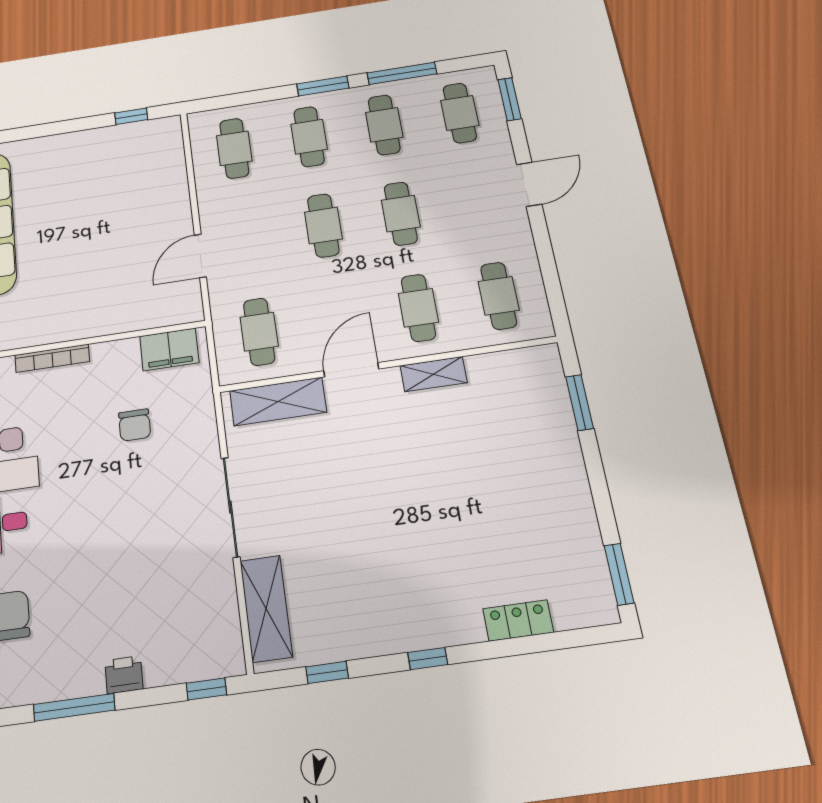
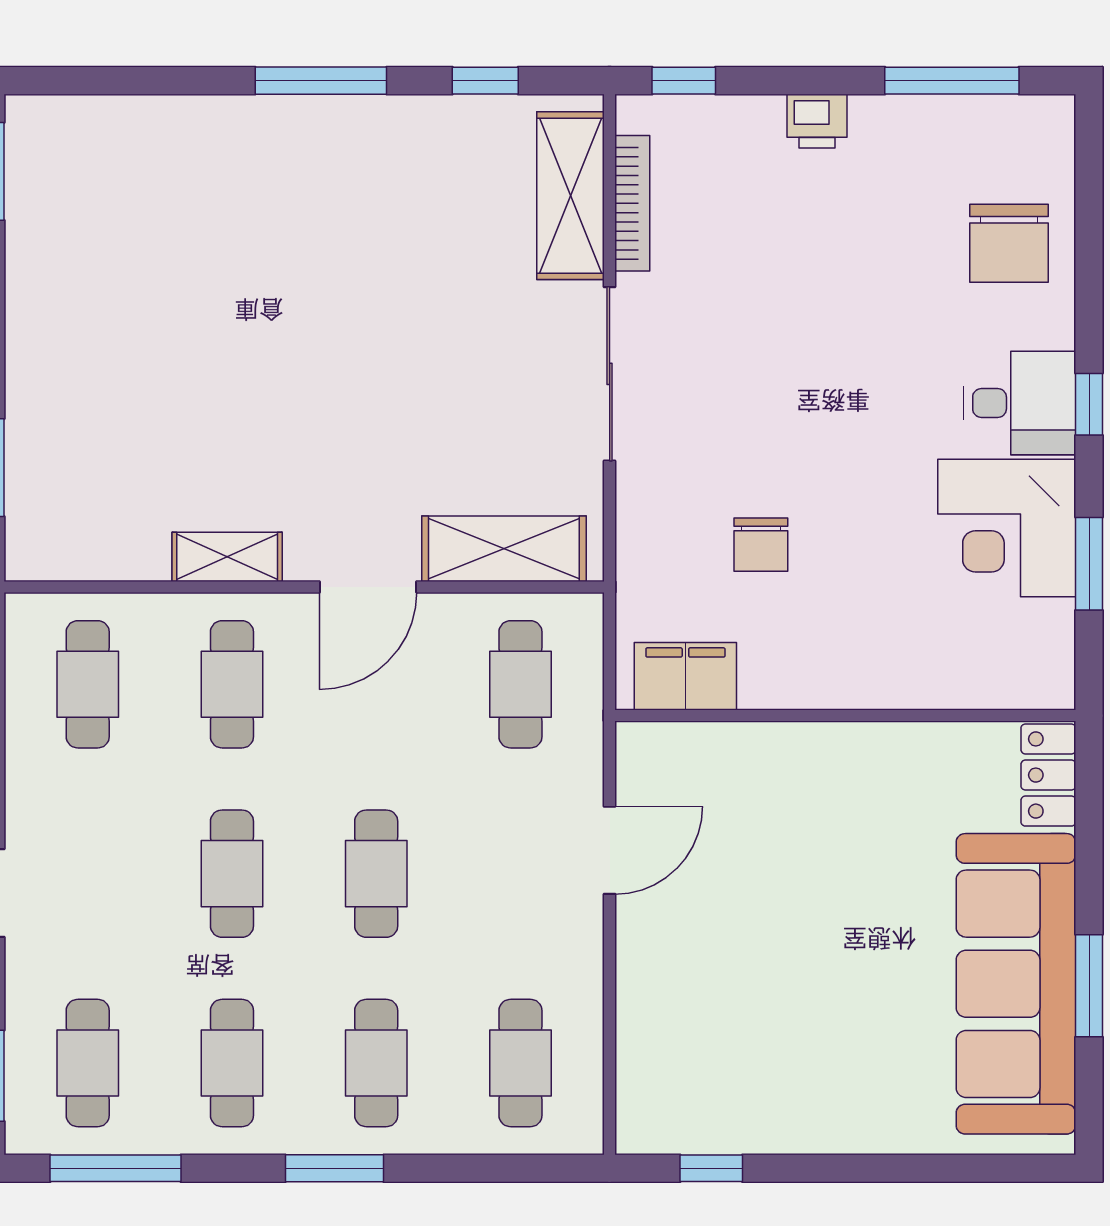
window: (402, 73) -> (116, 1168), moved
bookcase: (52, 358) -> (632, 203), moved, turned 90
chair: (135, 425) -> (761, 545), turned 180
locker: (518, 620) -> (166, 121), removed
window: (428, 659) -> (321, 81), width x2.17
window: (74, 707) -> (952, 81), moved

